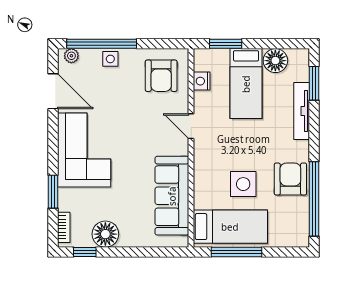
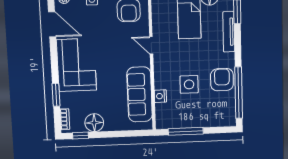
nightstand: (202, 81) -> (160, 96), moved
bed: (230, 227) -> (181, 114), removed

